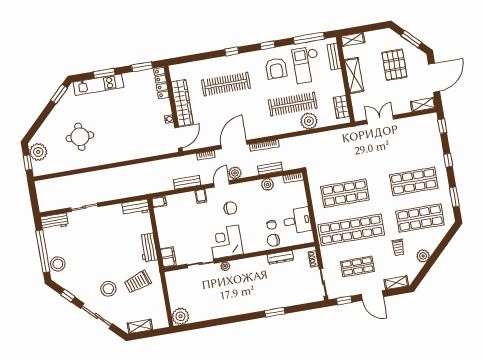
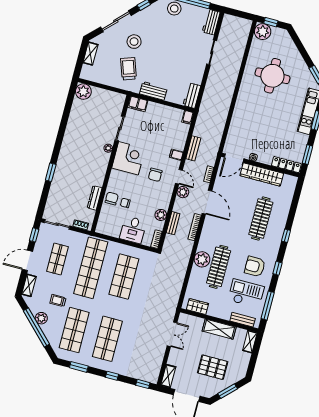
plant: (309, 121) -> (202, 259), moved
round table: (80, 137) -> (272, 76), width x1.36, depth x1.36
door: (178, 138) -> (234, 158), hinge flipped
plant: (38, 152) -> (263, 32), moved
desk: (297, 221) -> (133, 230), moved
window: (435, 257) -> (36, 327), added

